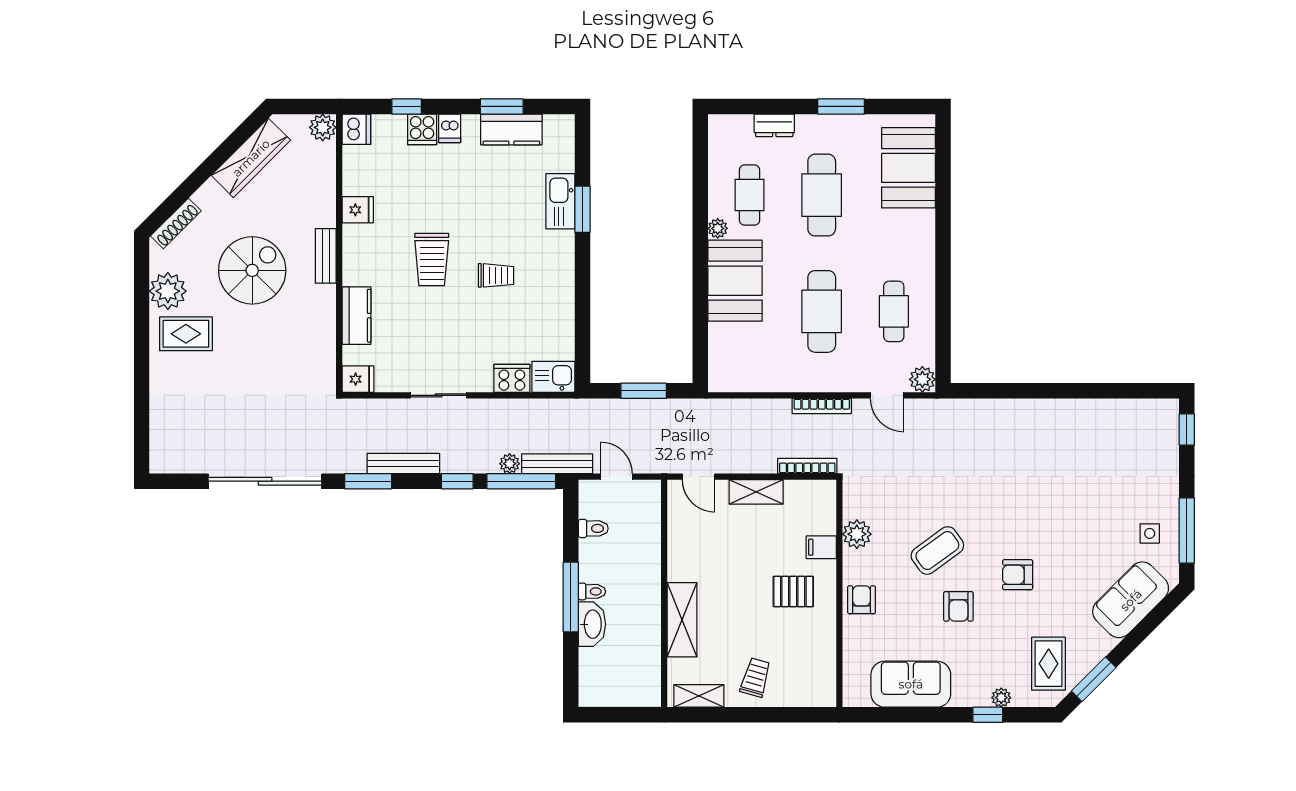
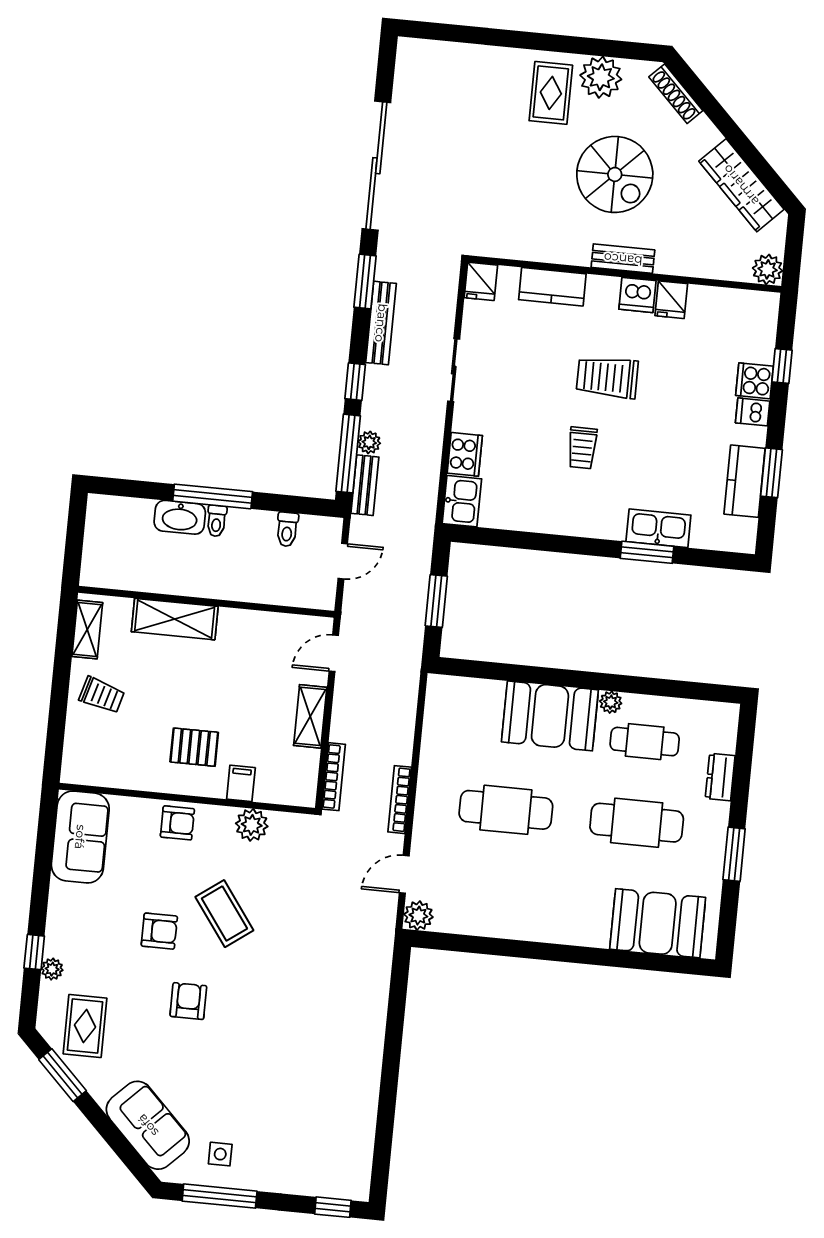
dishwasher: (356, 129) -> (637, 295), moved
cafe table: (894, 311) -> (498, 891), removed
bench: (557, 464) -> (365, 485), width x0.73
pallet: (793, 592) -> (194, 747), turned 90
armchair: (958, 606) -> (159, 931), turned 180
rug: (1049, 664) -> (85, 1026), turned 90
sofa: (911, 684) -> (80, 837), moved

